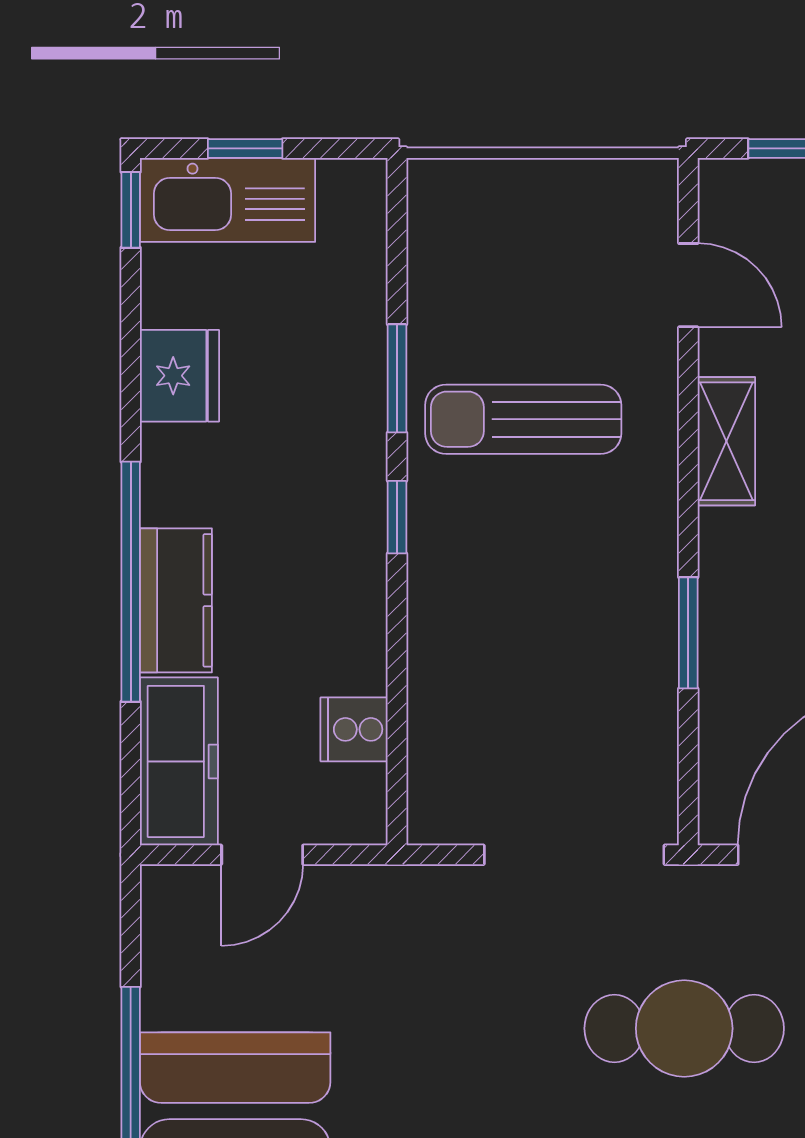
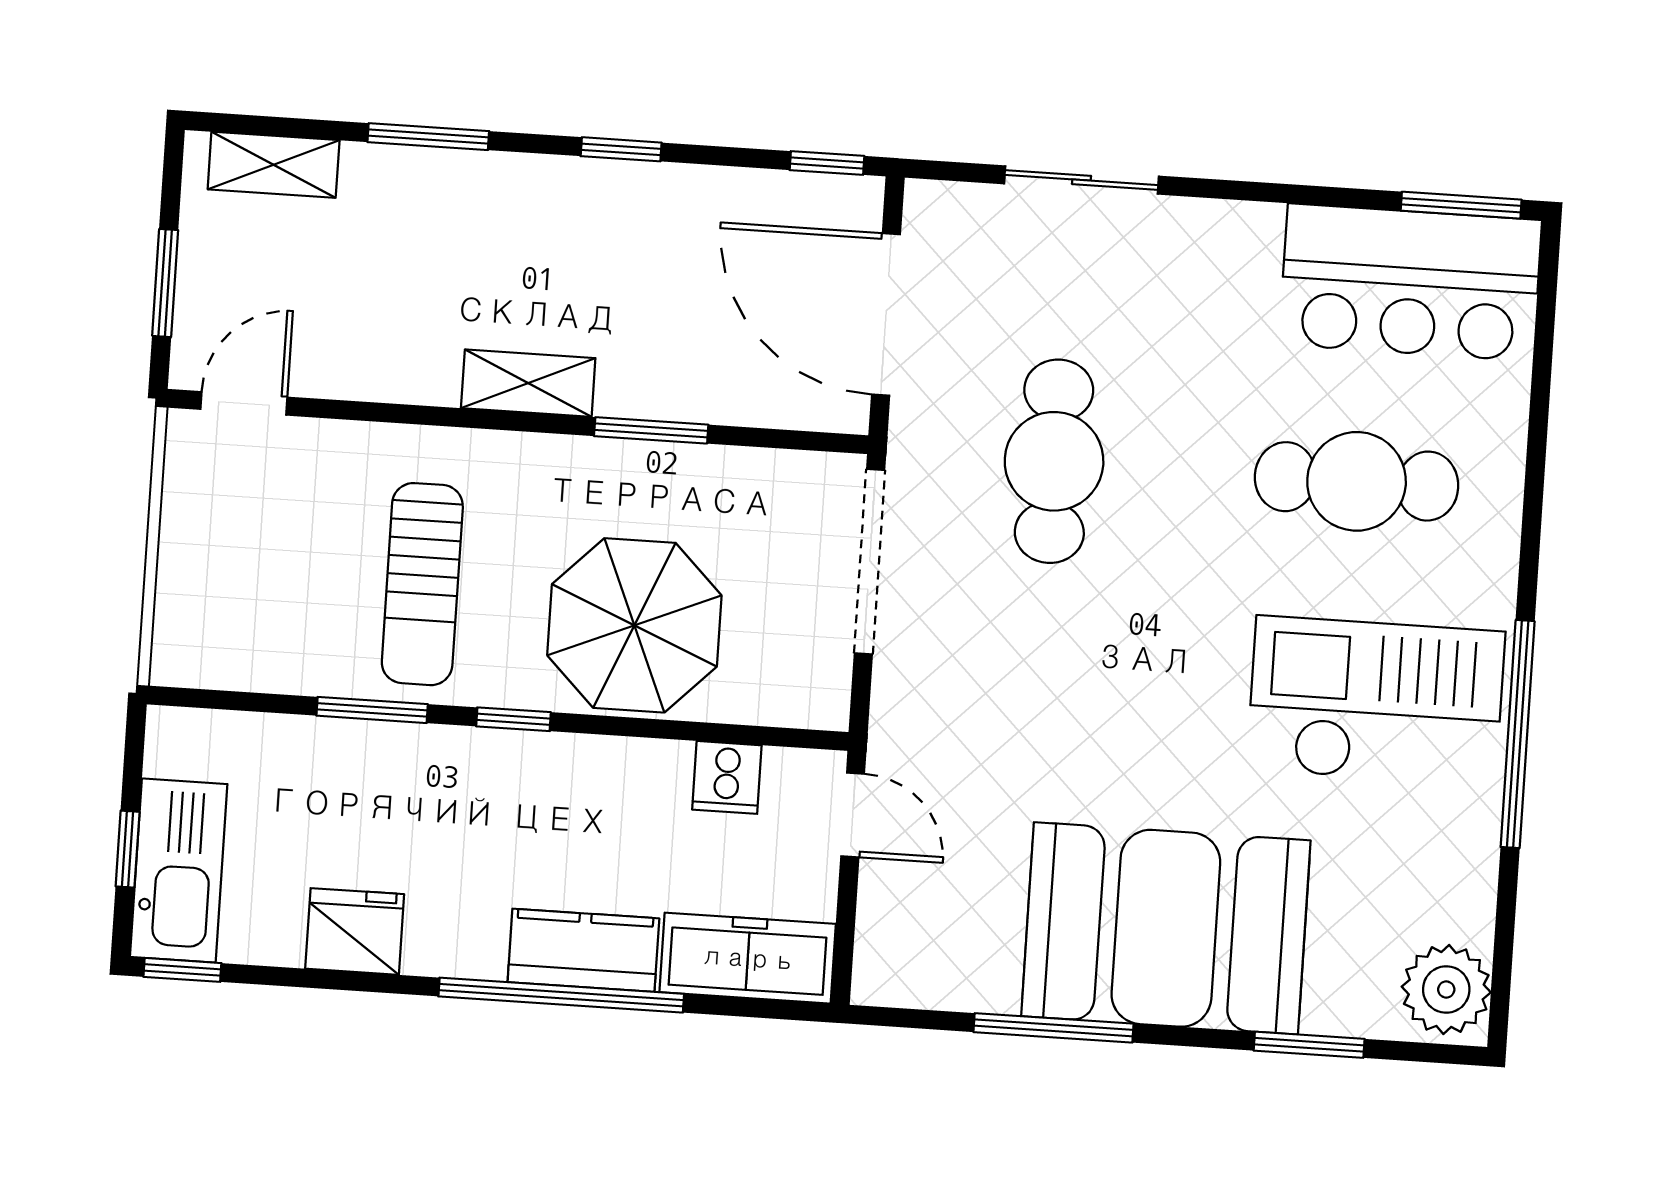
door: (688, 285) -> (244, 403), moved
shelving: (726, 441) -> (528, 383), moved
parasol: (497, 629) -> (634, 625), added
door: (262, 855) -> (853, 815), moved

